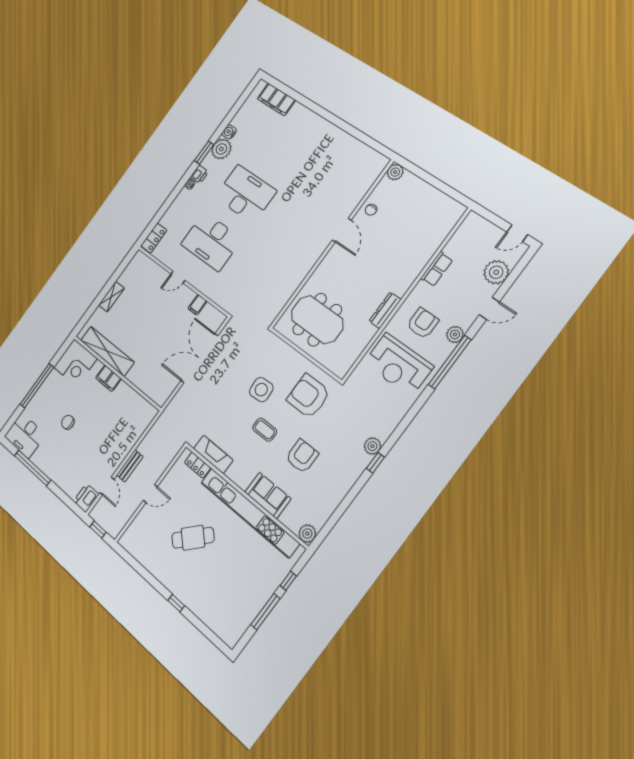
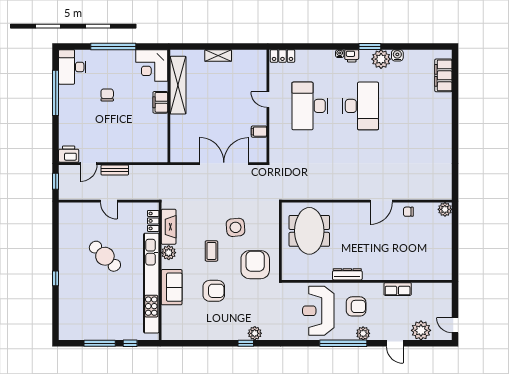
plant: (307, 534) -> (169, 253), moved

